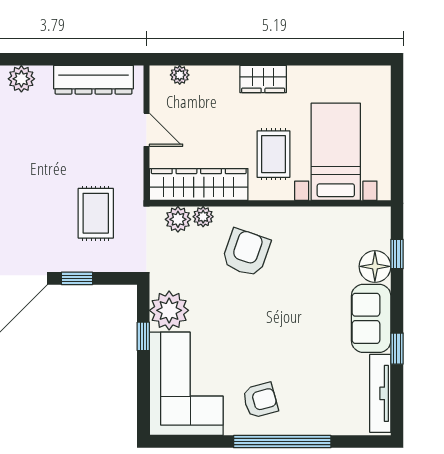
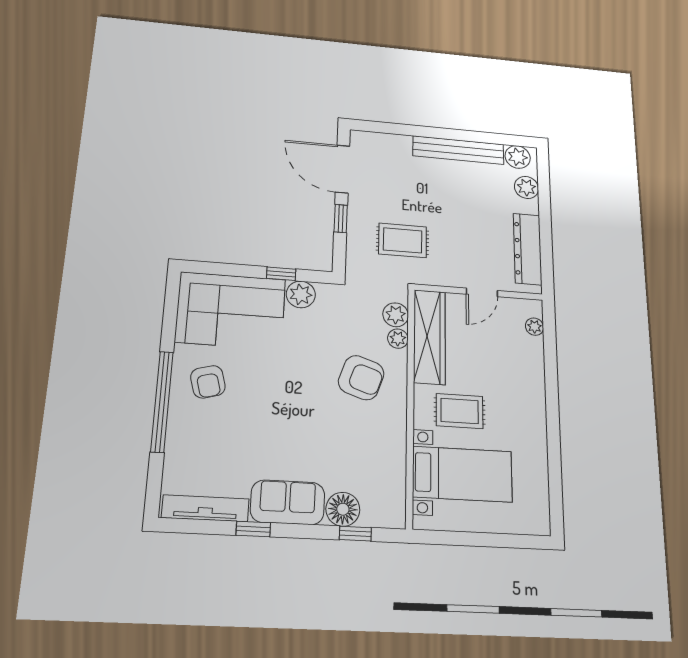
wardrobe: (263, 79) -> (533, 405), removed
plant: (169, 310) -> (301, 294), width x0.73, depth x0.73

